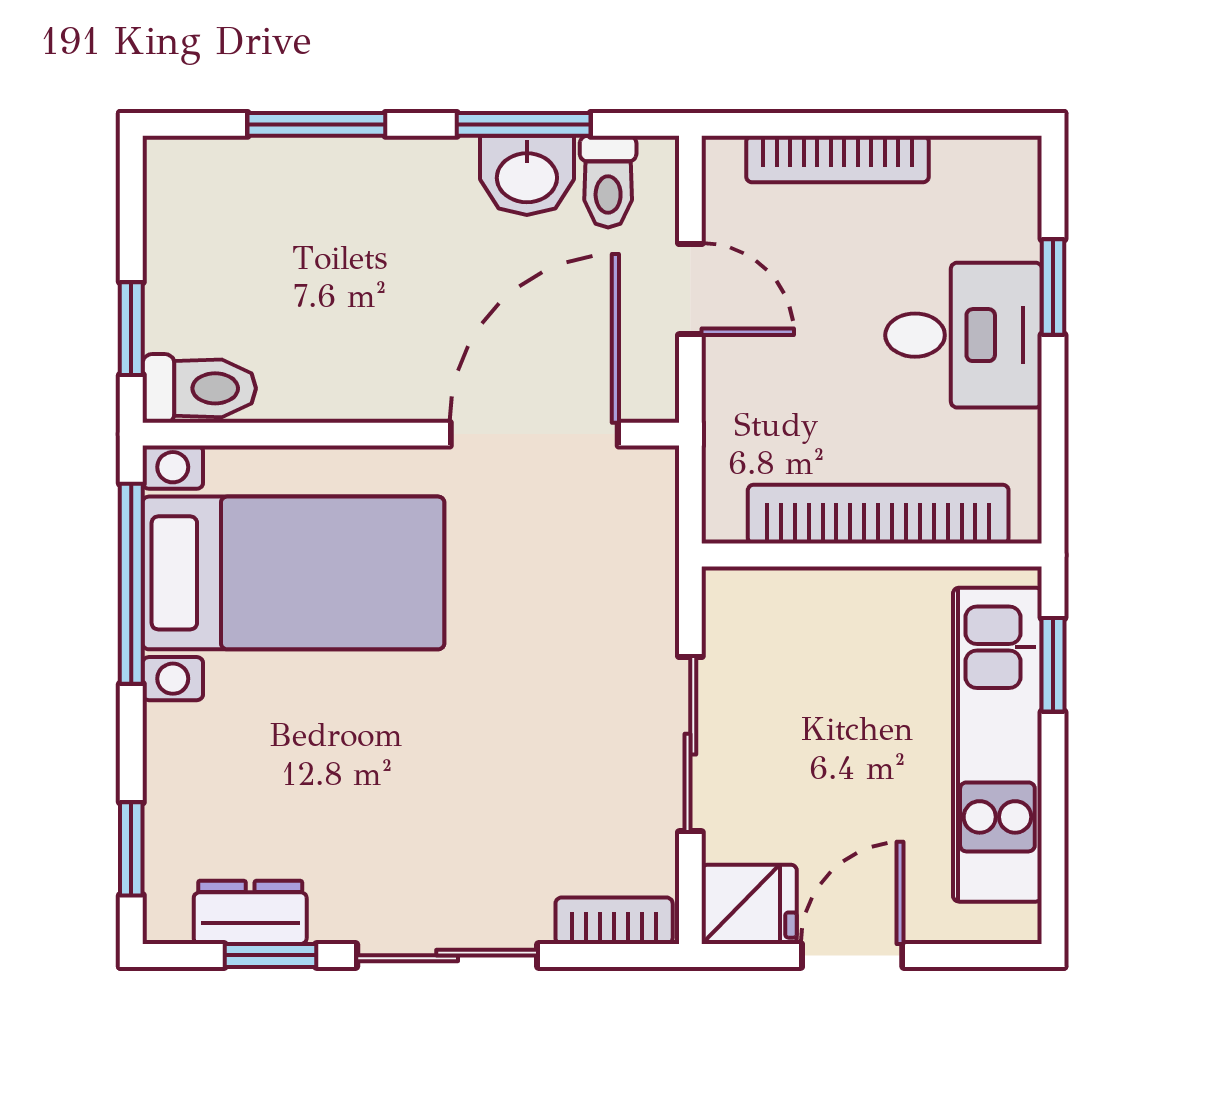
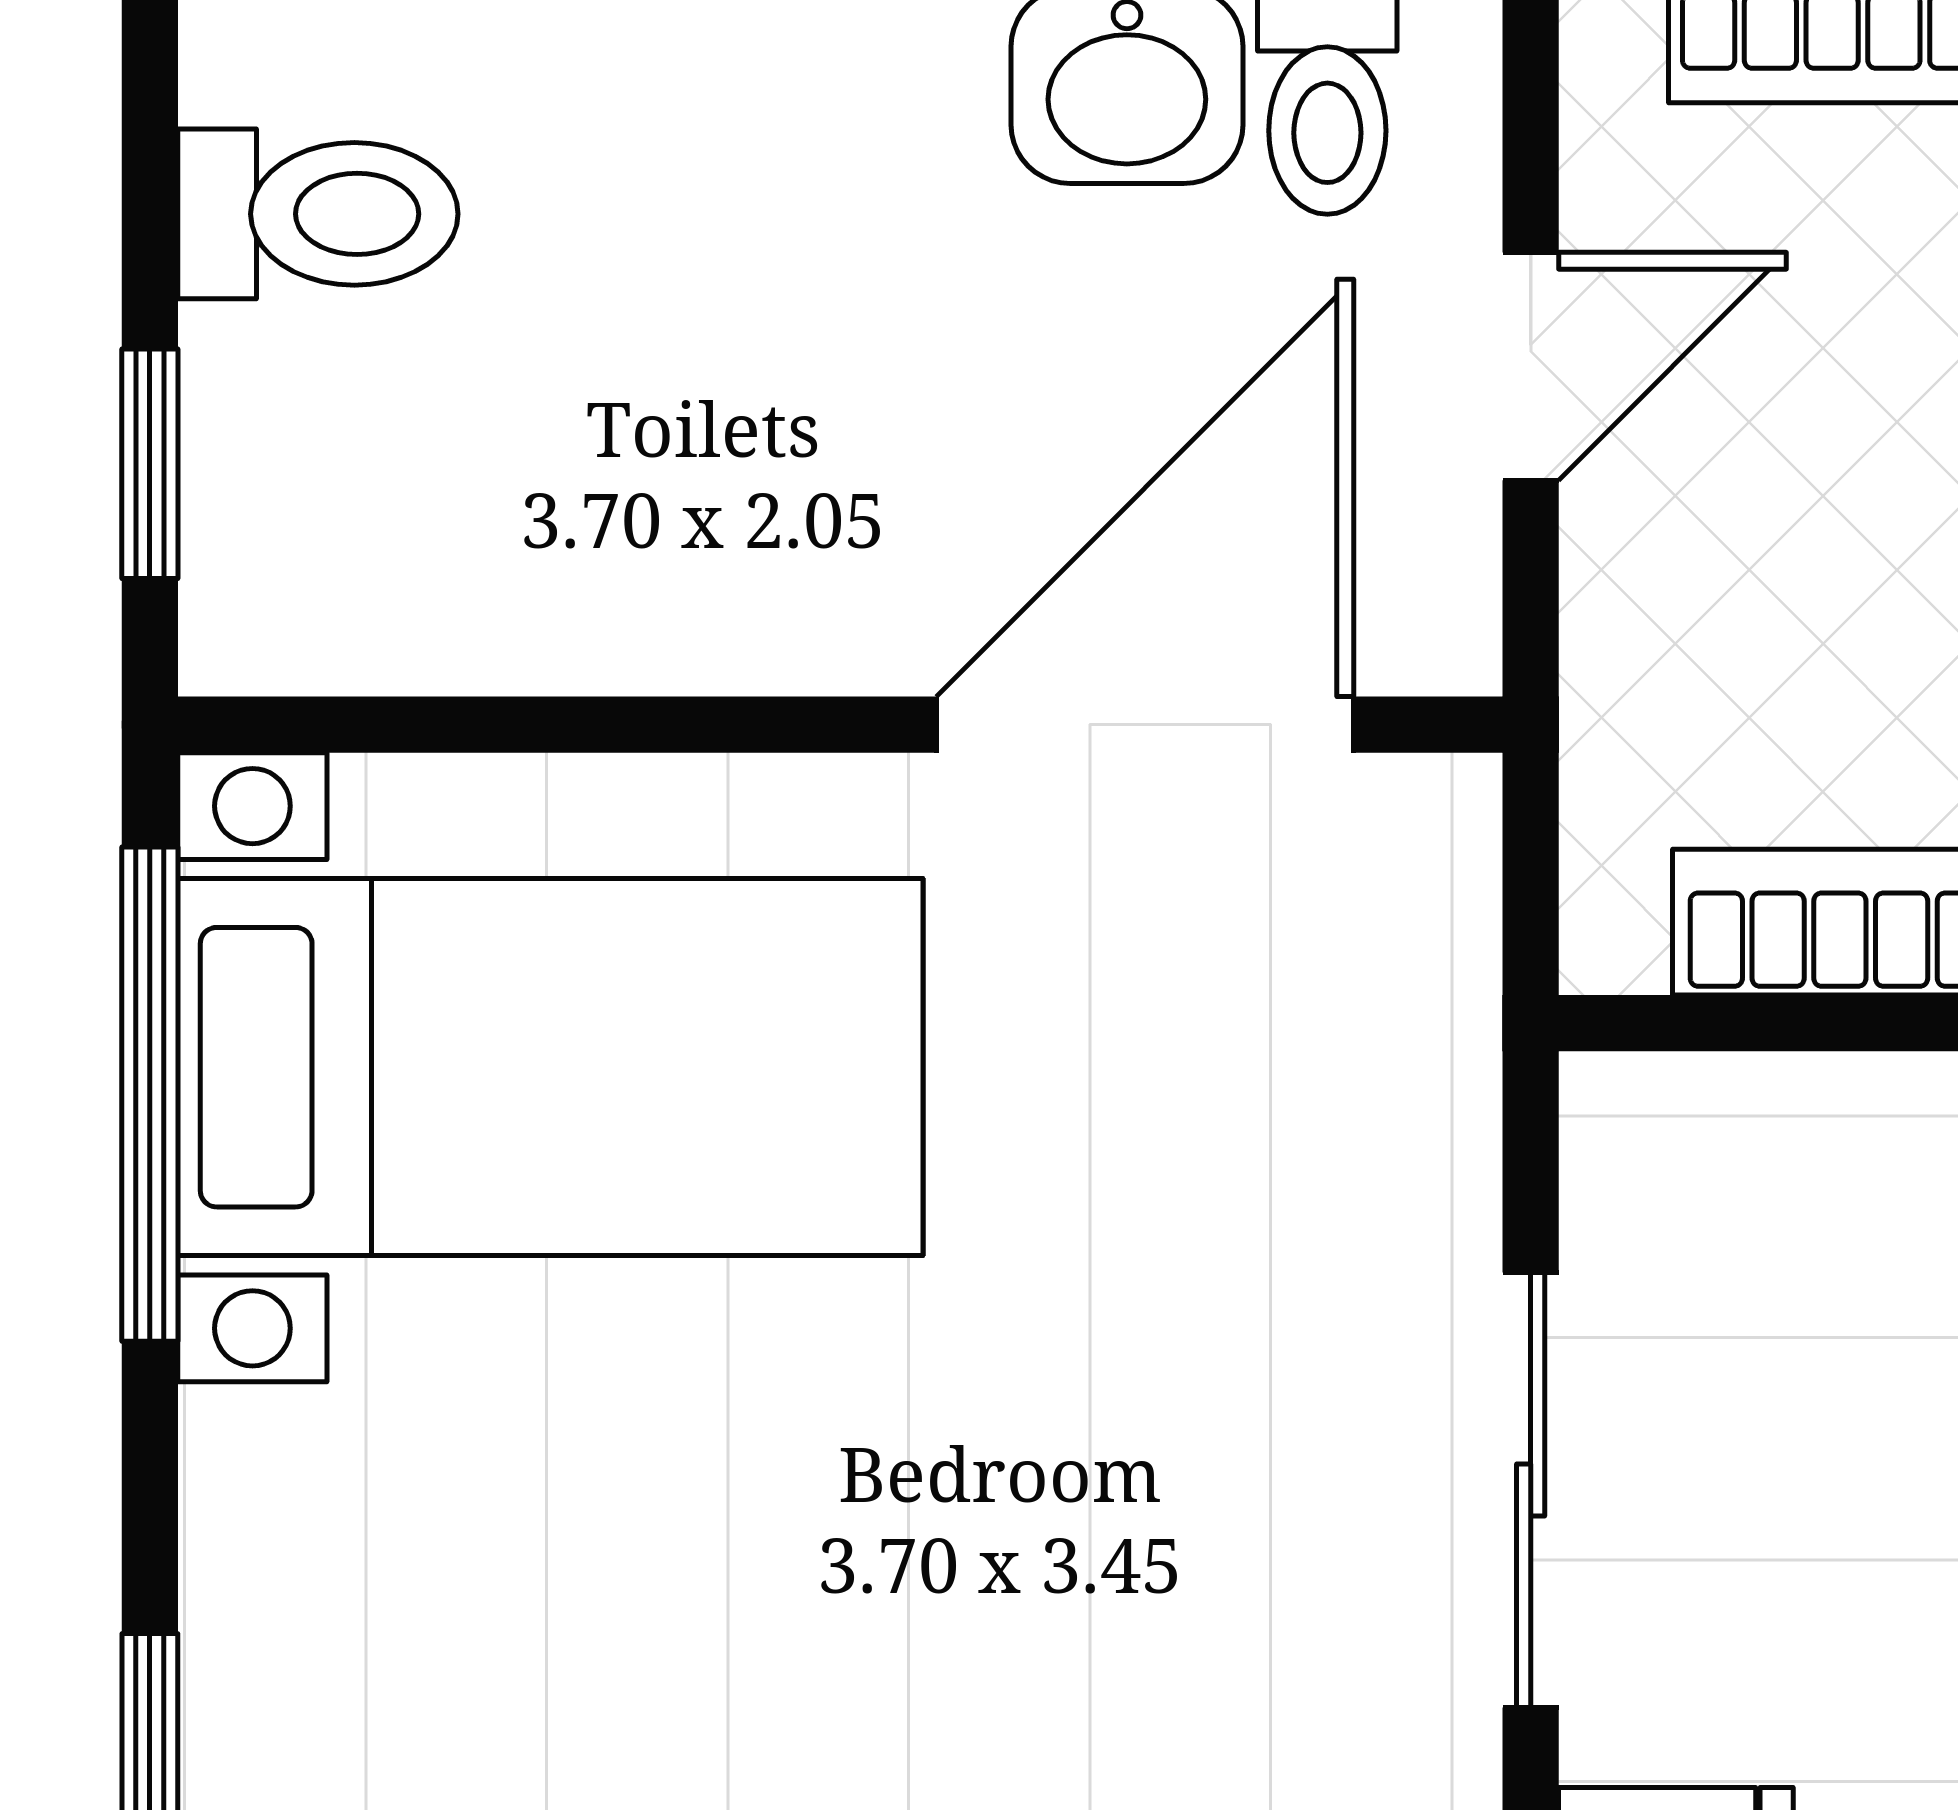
door: (690, 289) -> (1531, 366), hinge flipped
toilet: (199, 388) -> (318, 214), moved

